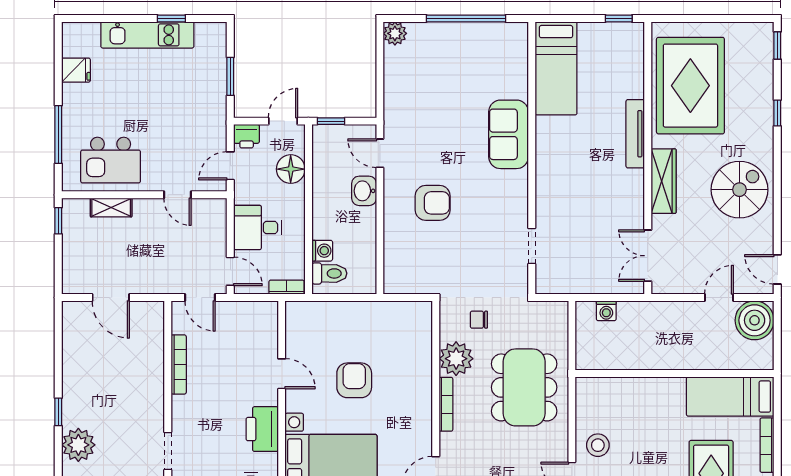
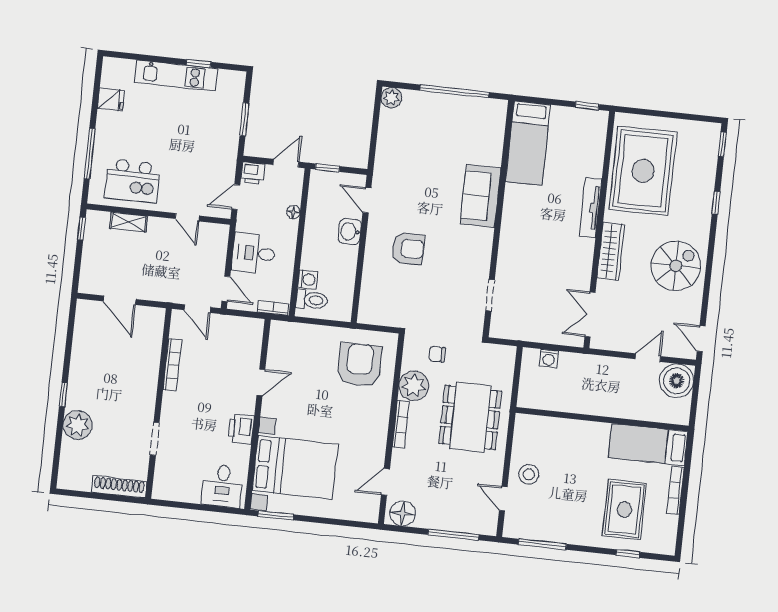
floor lamp: (291, 169) -> (293, 212), width x0.53, depth x0.53
door: (282, 374) -> (261, 382), hinge flipped
armchair: (354, 380) -> (359, 365), moved, width x1.36, depth x1.36
printer: (262, 429) -> (241, 429), width x0.73, depth x0.84

